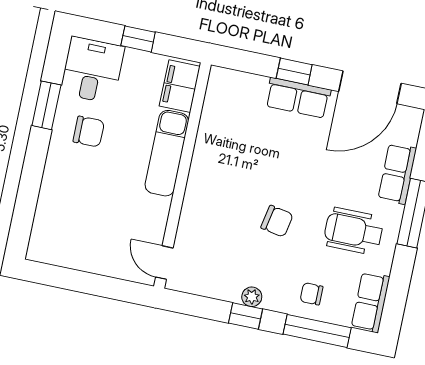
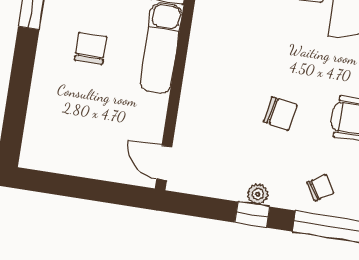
chair: (89, 132) -> (91, 48), moved, turned -90
chair: (312, 294) -> (320, 188), turned 147

